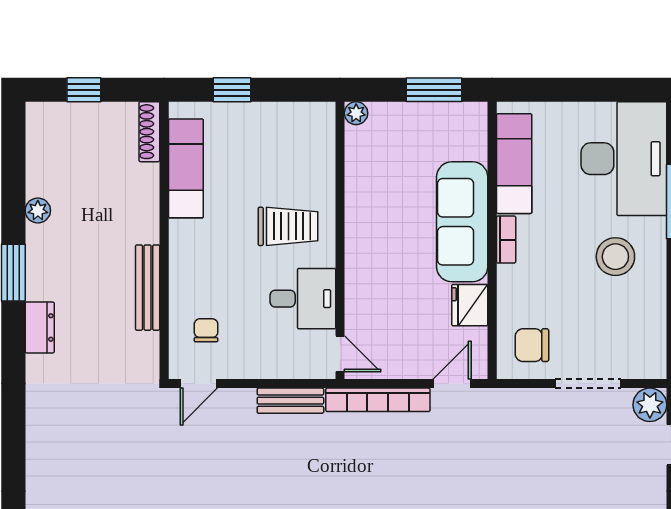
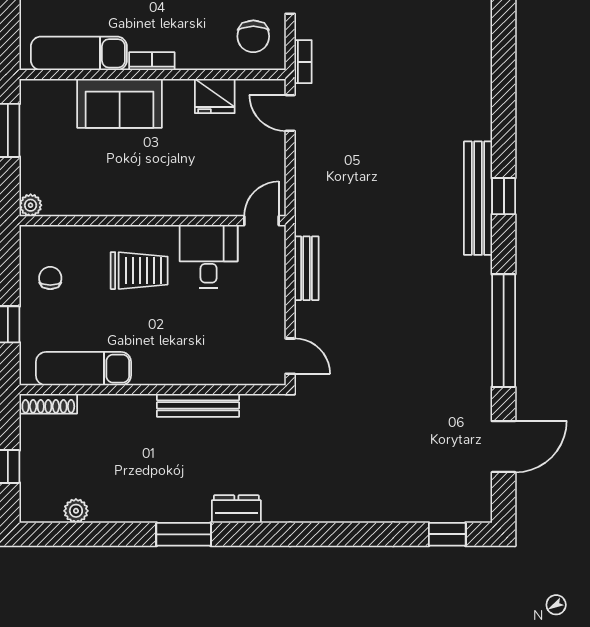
plant: (38, 210) -> (76, 511), moved
sofa: (462, 222) -> (120, 103), width x0.73
trolley: (288, 226) -> (139, 271), turned 90
chair: (206, 330) -> (50, 278), moved, turned 90
bookcase: (378, 400) -> (303, 62), moved, width x0.43, depth x0.76

